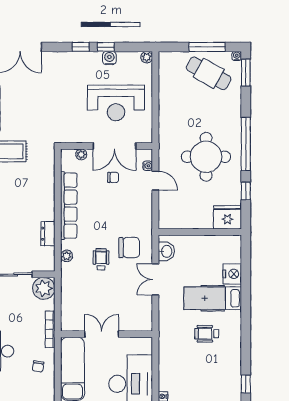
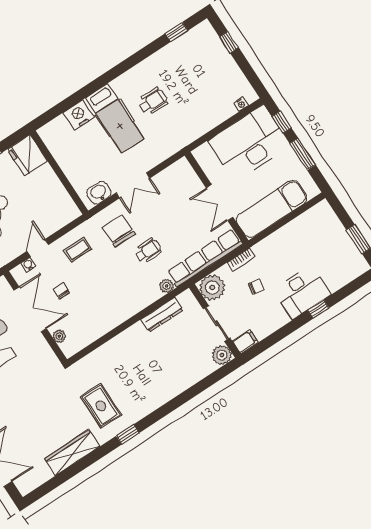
row of seats: (69, 206) -> (205, 258), moved
coffee table: (135, 209) -> (77, 250), added
dresser: (48, 234) -> (162, 315), width x1.44
wheelchair: (101, 259) -> (148, 251), turned 180
bookcase: (50, 329) -> (241, 260), width x0.64
wheelchair: (207, 334) -> (153, 101), turned -90
chair: (38, 366) -> (256, 287), moved

